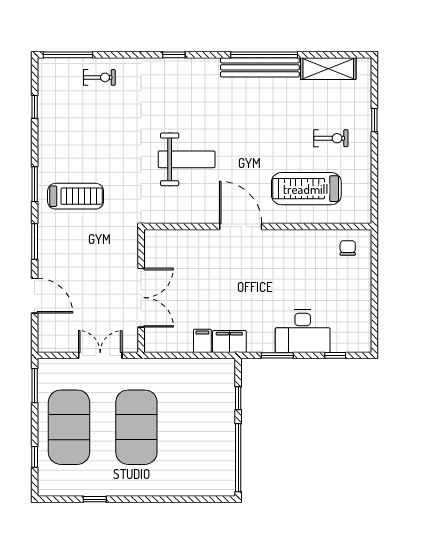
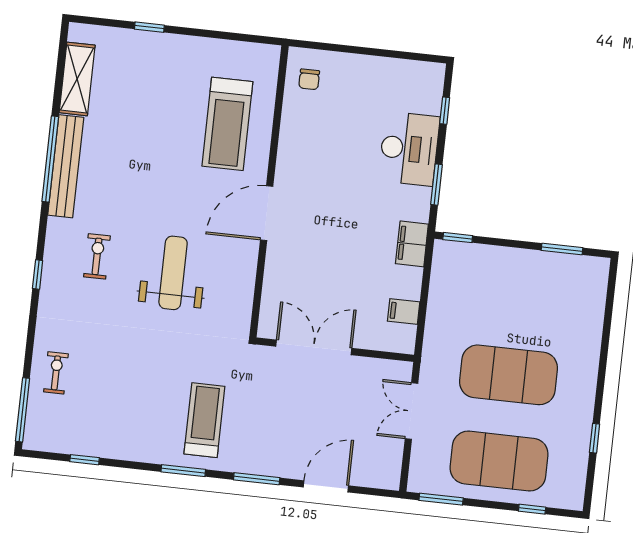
exercise bike: (331, 138) -> (97, 256), moved
chair: (348, 248) -> (309, 79), turned -90
double door: (141, 298) -> (314, 347), moved
filing cabinet: (202, 341) -> (404, 312), moved
window: (238, 398) -> (458, 238), moved
window: (238, 458) -> (562, 249), width x0.47

